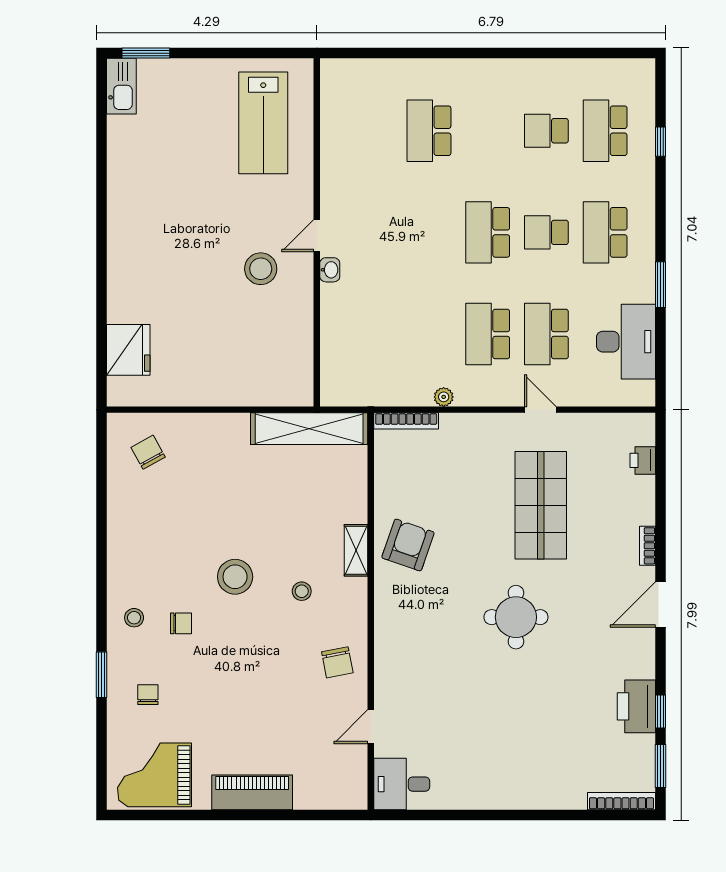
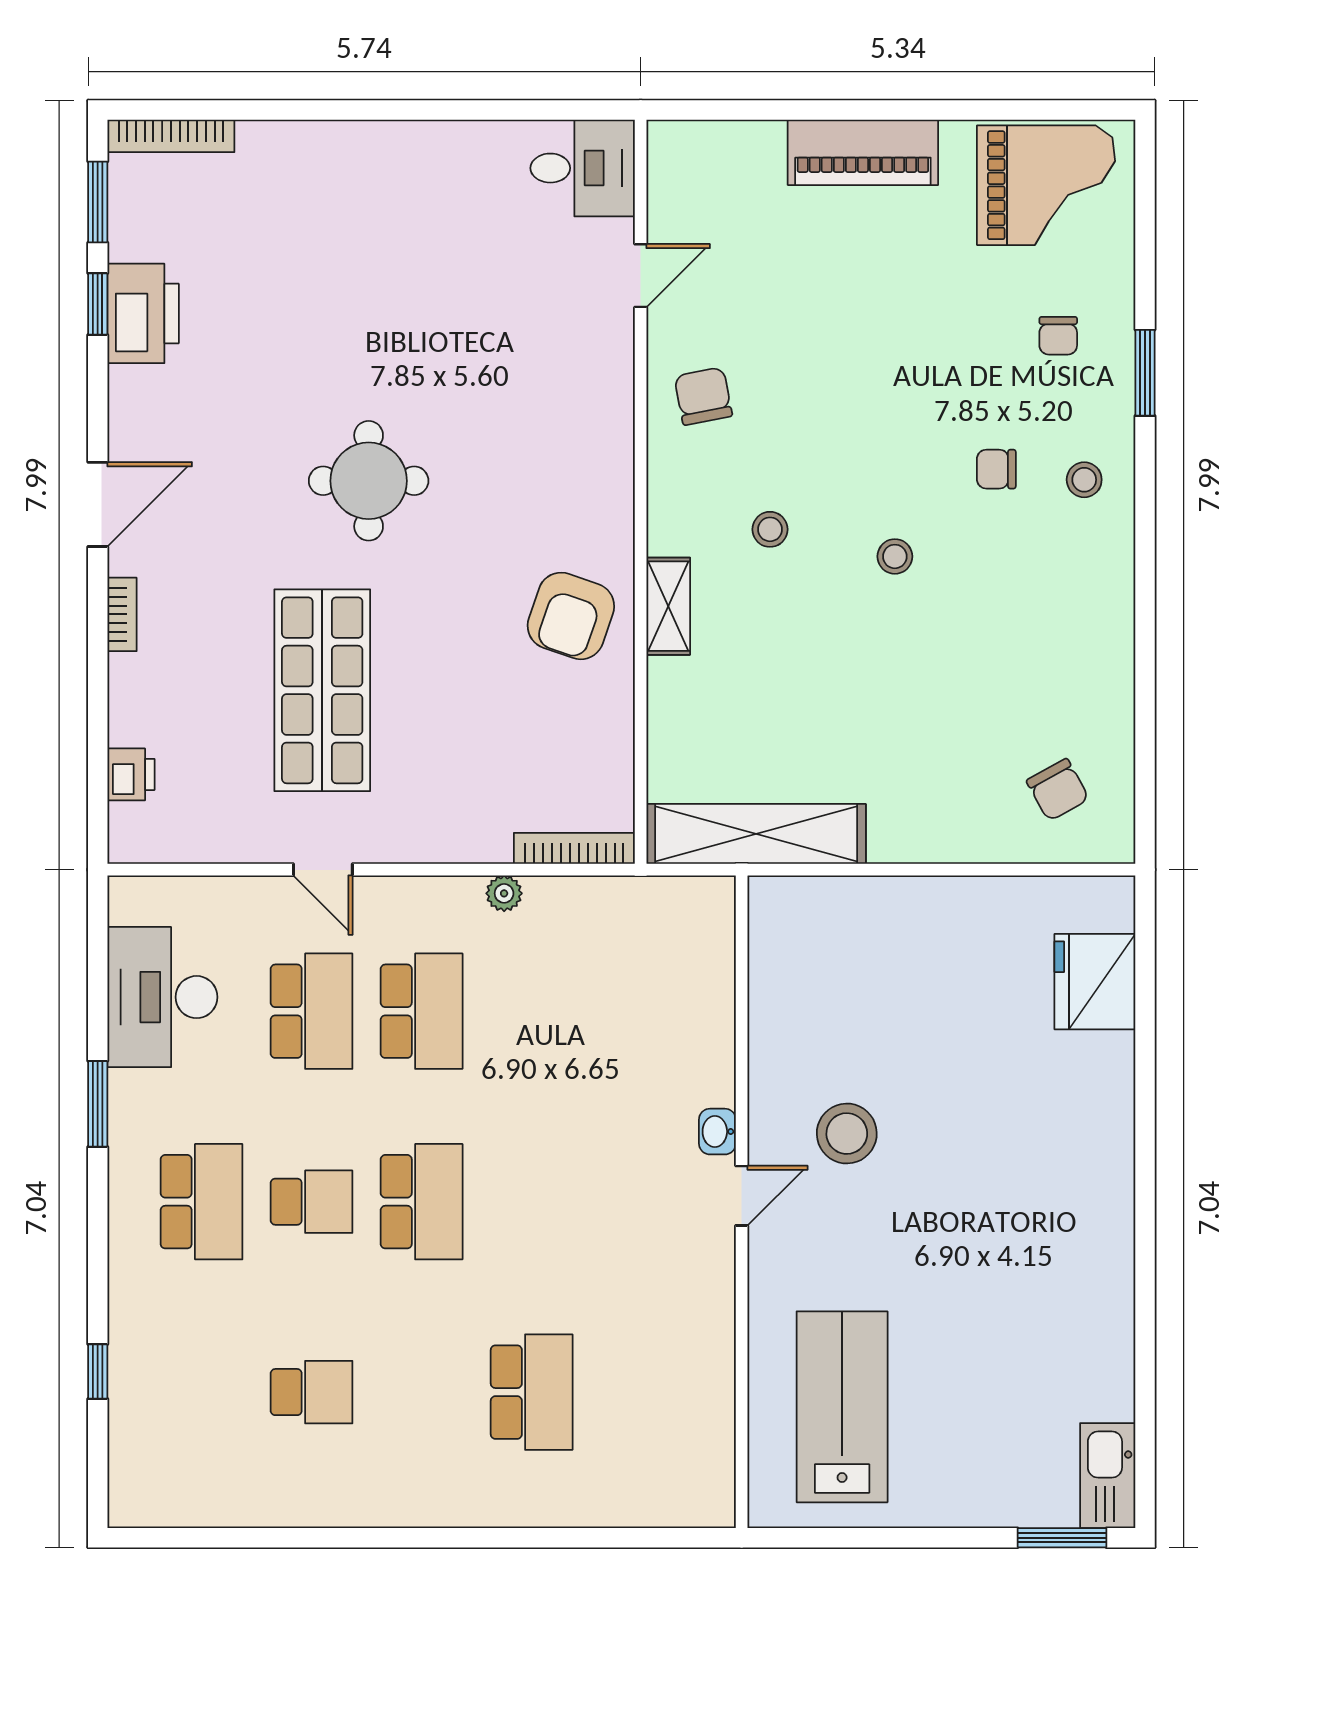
school desk: (605, 131) -> (202, 1392), removed
stool: (235, 577) -> (895, 556), width x0.53, depth x0.53

